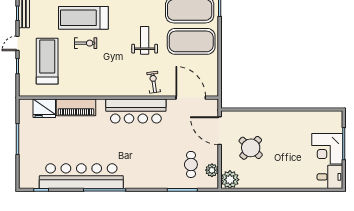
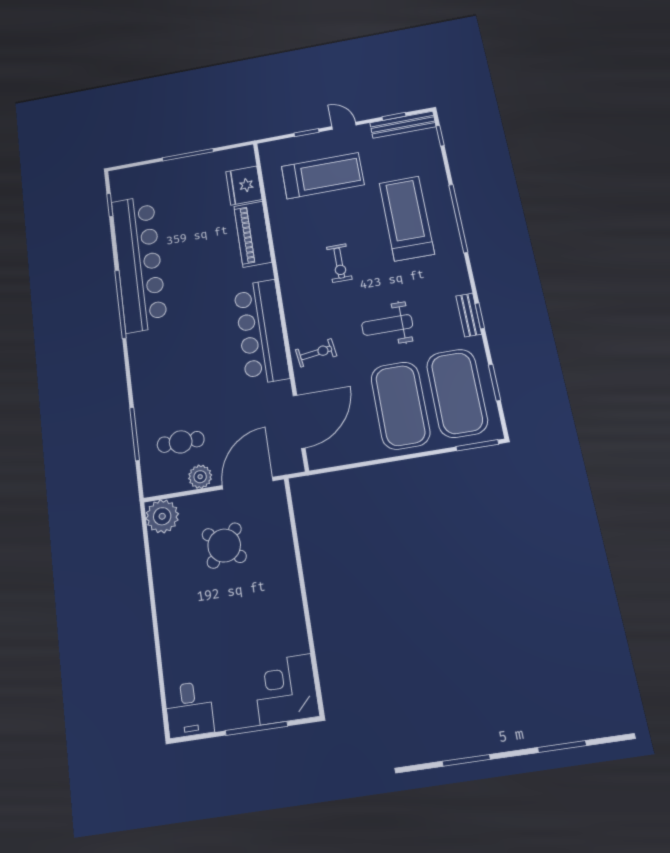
weight bench: (145, 40) -> (387, 325), turned 180
exercise bike: (86, 43) -> (339, 263), moved
corner desk: (327, 149) -> (286, 689), moved
plant: (212, 170) -> (200, 477), moved

